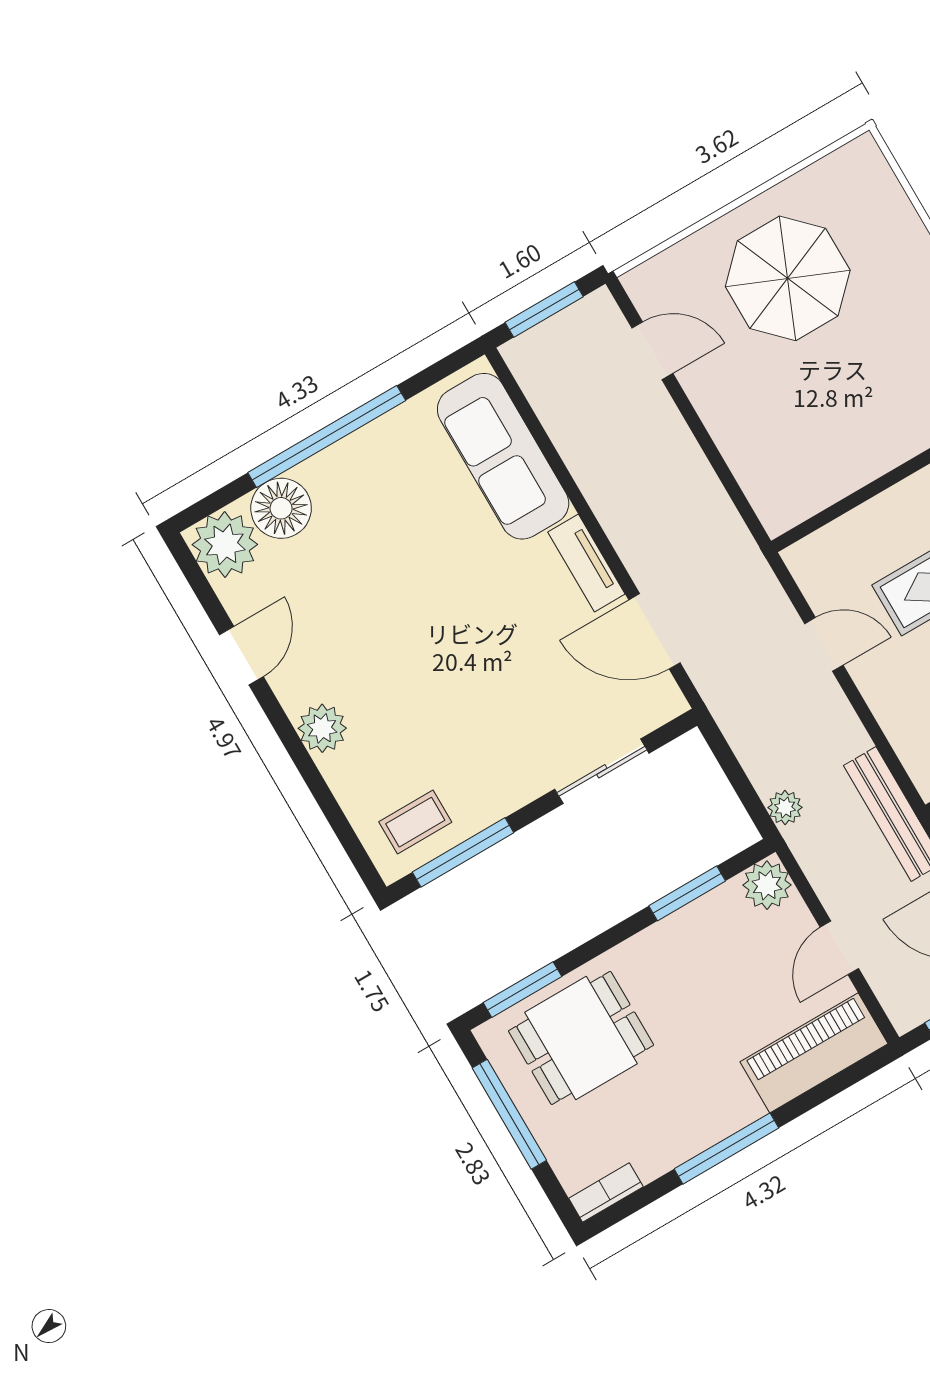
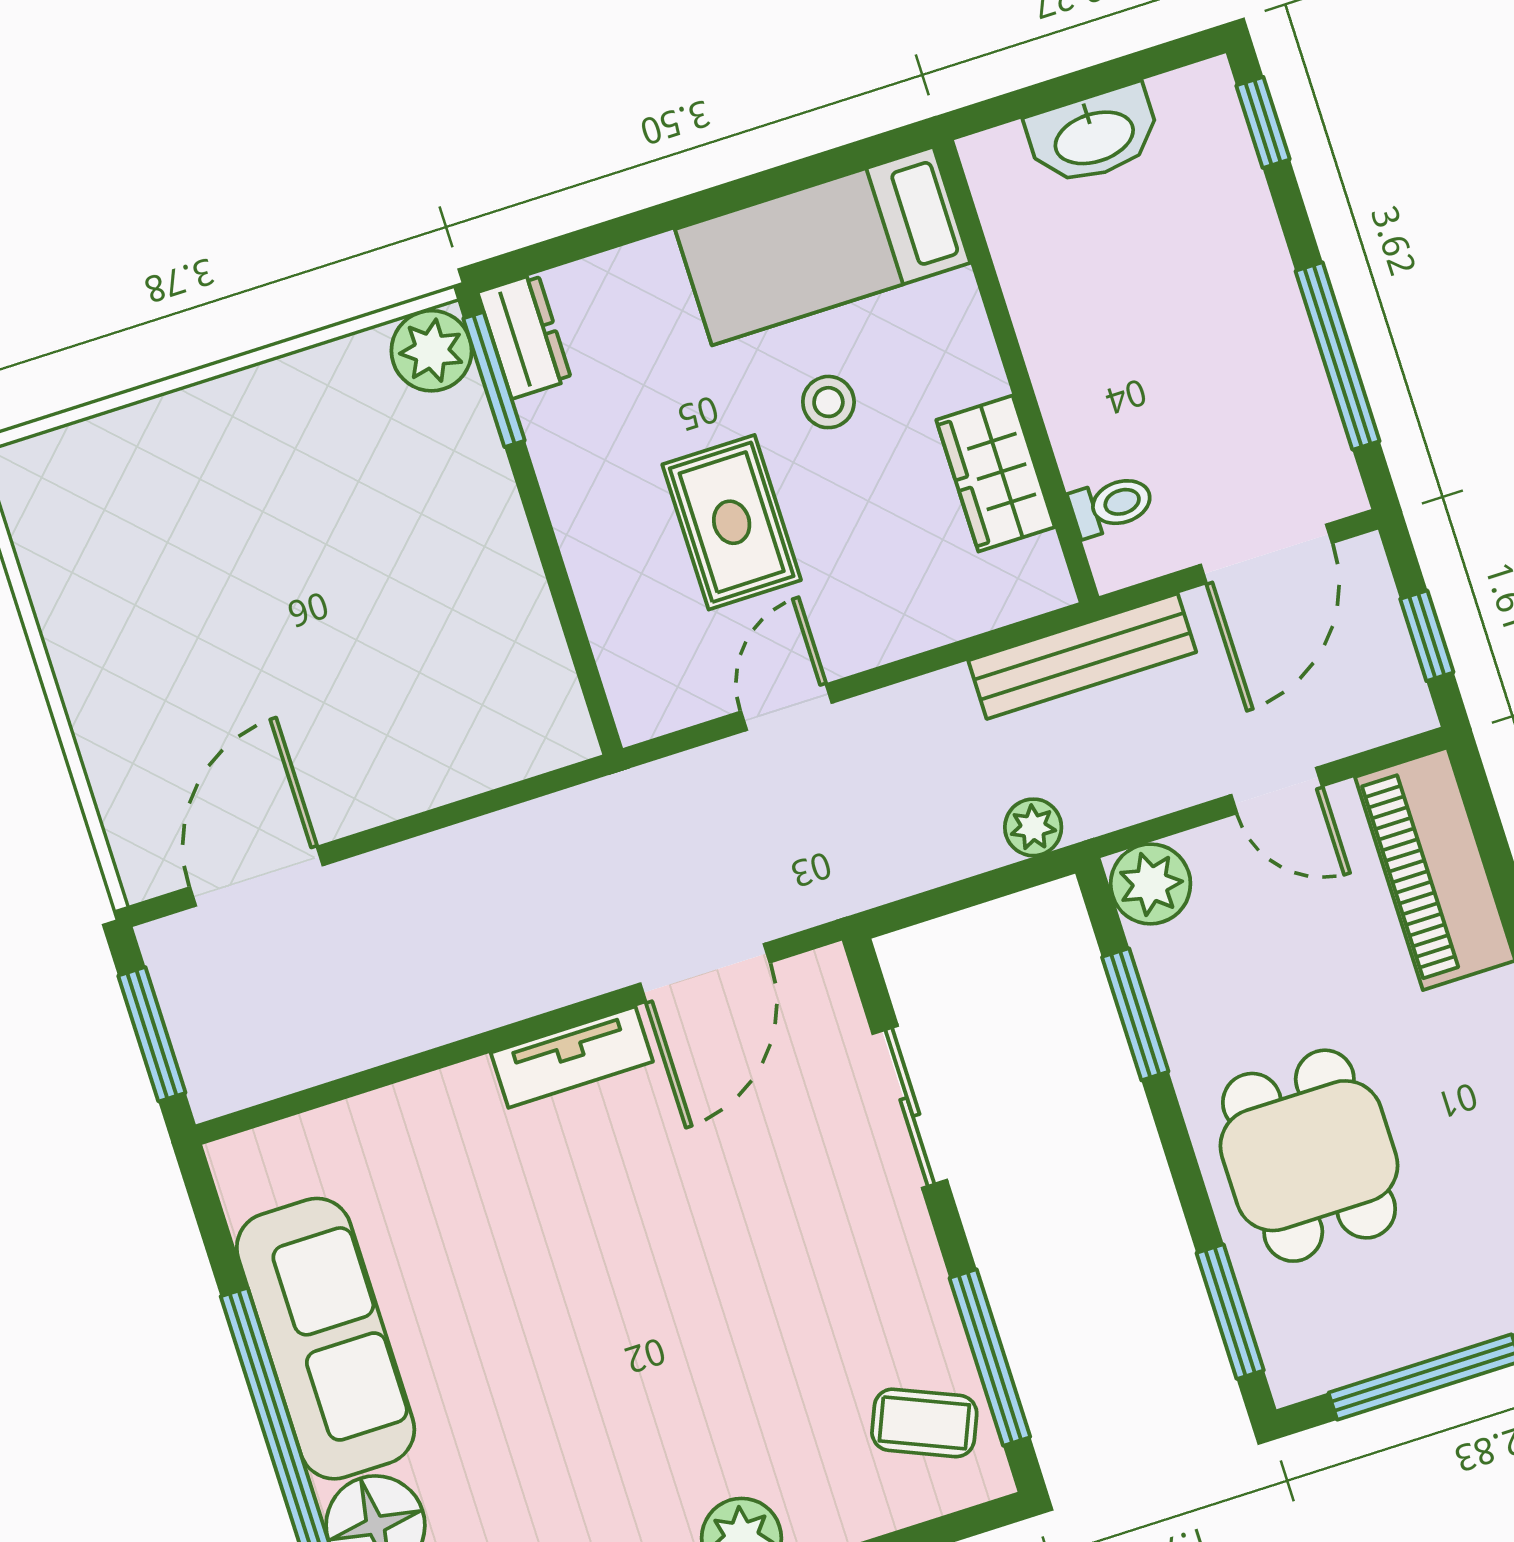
parasol: (788, 278) -> (189, 634), removed
door: (652, 351) -> (256, 876), width x1.38
sofa: (503, 456) -> (326, 1339), moved, turned -90
coffee table: (415, 822) -> (924, 1423), turned -67
dining table: (581, 1038) -> (1309, 1156), moved

